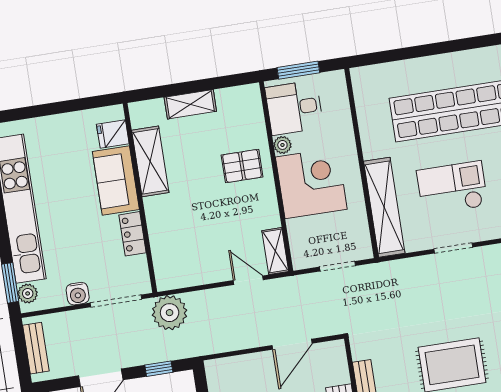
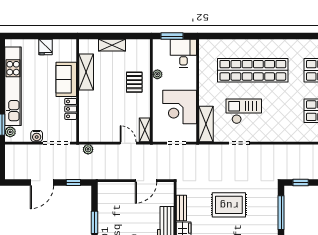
desk: (294, 108) -> (183, 53), moved, turned 90
fridge: (113, 134) -> (45, 47), moved, turned -90
pallet: (242, 166) -> (134, 82), turned 90
corner desk: (311, 183) -> (180, 107), moved, turned 180
shelving: (384, 207) -> (206, 124), width x0.68
plant: (170, 313) -> (88, 149), width x0.53, depth x0.53
bench: (36, 348) -> (10, 161), removed

